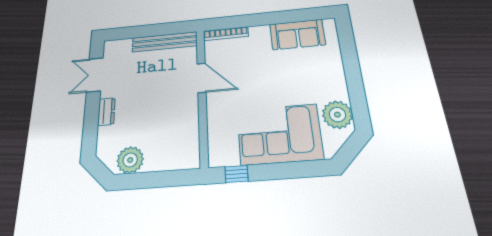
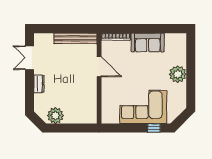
sofa: (297, 34) -> (148, 42), moved
plant: (337, 115) -> (178, 74), moved
window: (236, 174) -> (154, 128), moved

